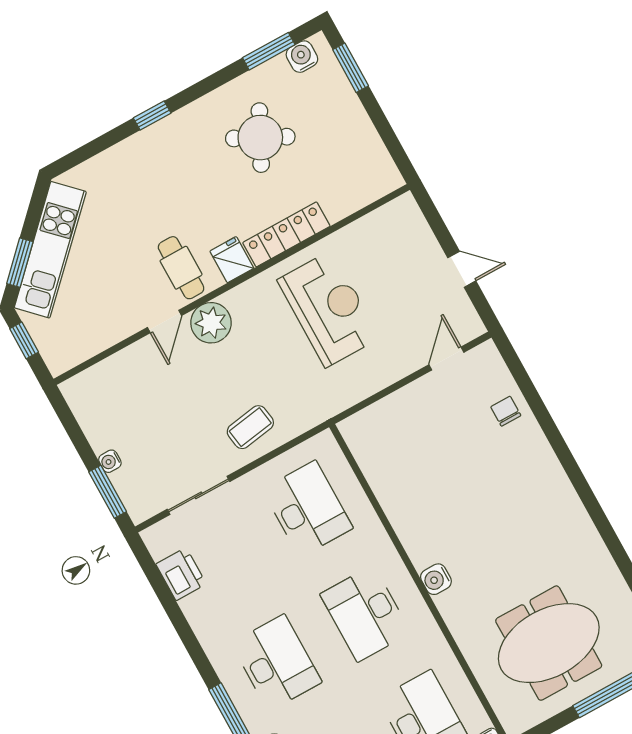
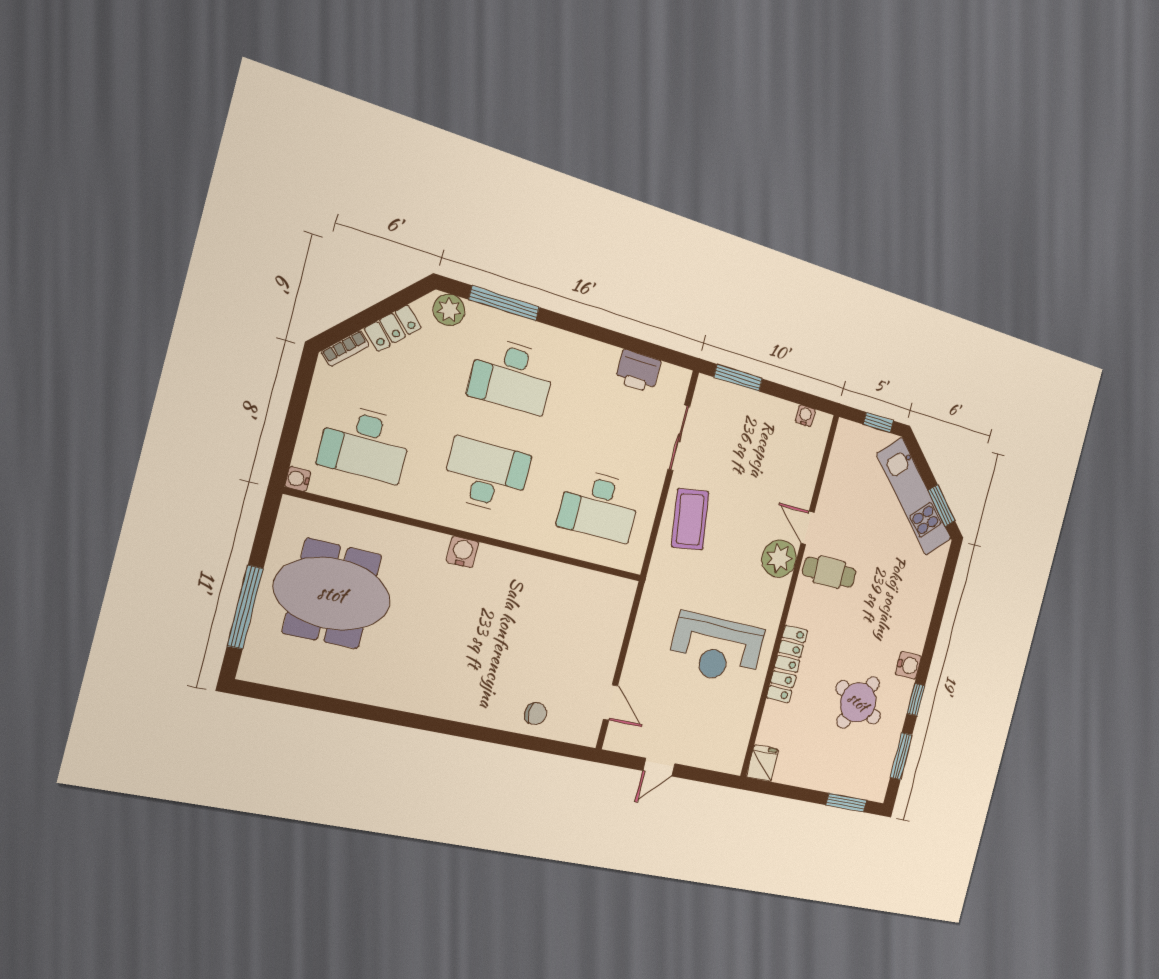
water cooler: (302, 57) -> (908, 665), moved
window: (152, 116) -> (916, 700), moved
fridge: (232, 260) -> (763, 763), moved, turned -90
window: (20, 263) -> (942, 506), moved
coffee table: (250, 427) -> (690, 519), width x1.36, depth x1.30
water cooler: (110, 461) -> (805, 416), moved
meeting table: (549, 643) -> (332, 594), turned 90

